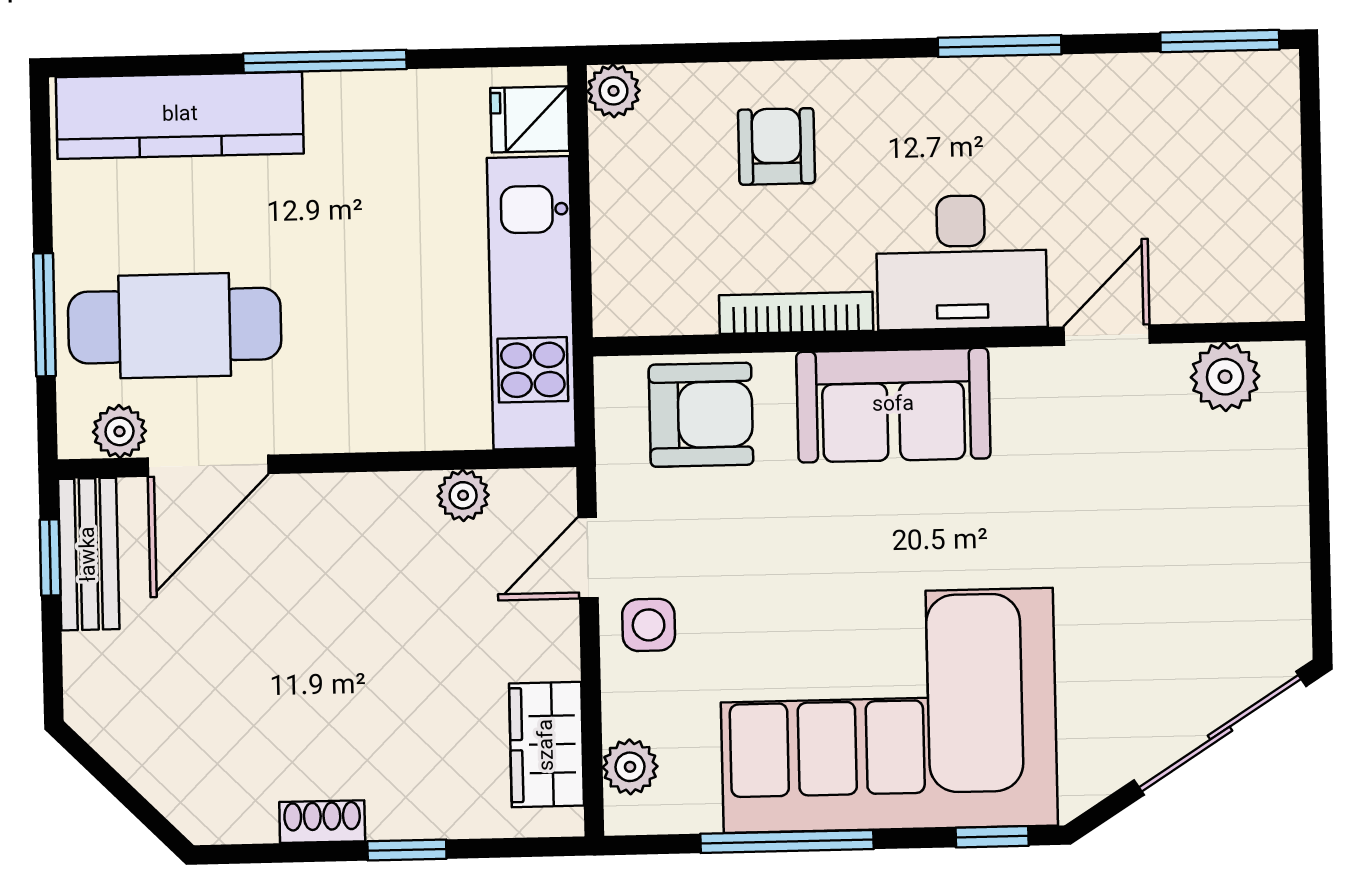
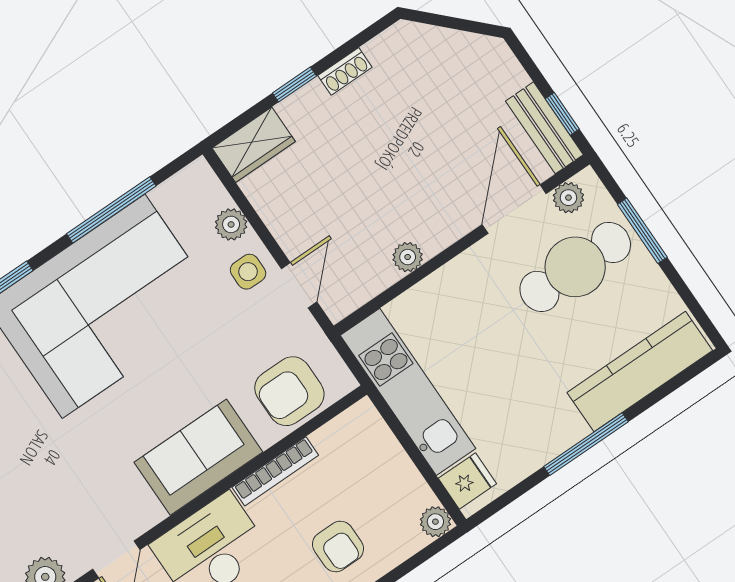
plant: (463, 495) -> (408, 257), moved
wardrobe: (547, 745) -> (254, 145), moved, turned 90
plant: (630, 767) -> (231, 224), moved

